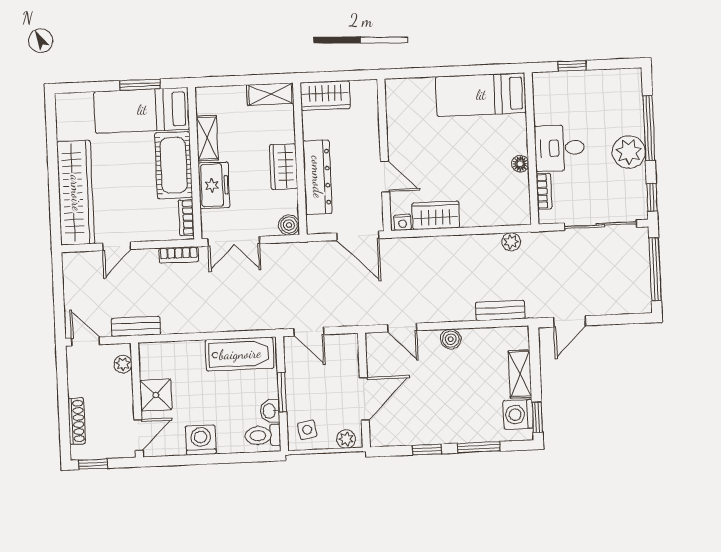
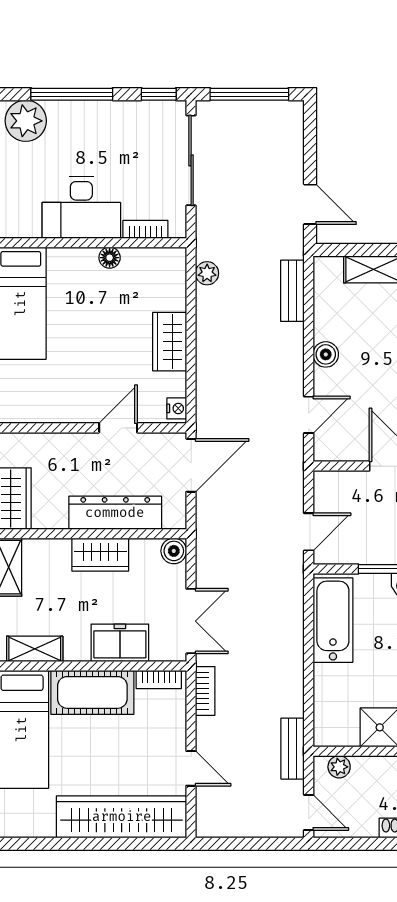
shelving: (207, 138) -> (35, 649), moved
desk: (560, 148) -> (81, 207), width x1.37
plant: (629, 152) -> (26, 121), moved
wardrobe: (436, 215) -> (170, 342), moved
door: (86, 341) -> (309, 812), swing flipped

